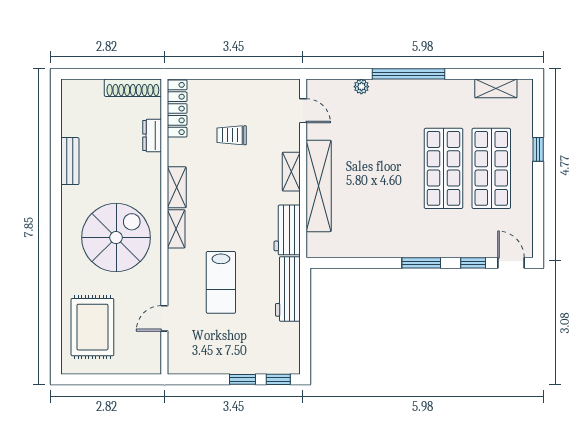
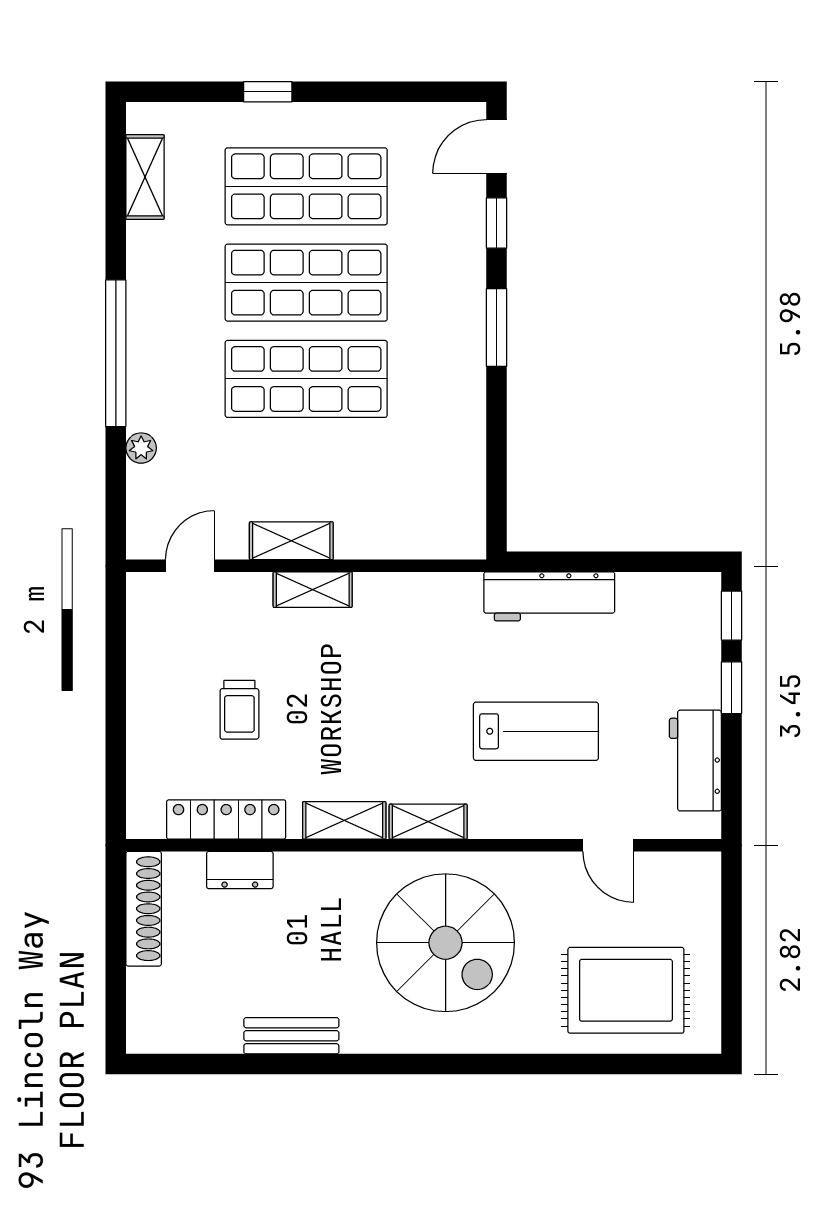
locker: (177, 109) -> (226, 819), moved
shop shelf: (396, 168) -> (306, 379), added
shelving: (319, 186) -> (291, 541), width x0.45, depth x0.75
workbench: (287, 230) -> (695, 761), moved, turned 90
spiral stairs: (116, 238) -> (446, 943), turned 180

